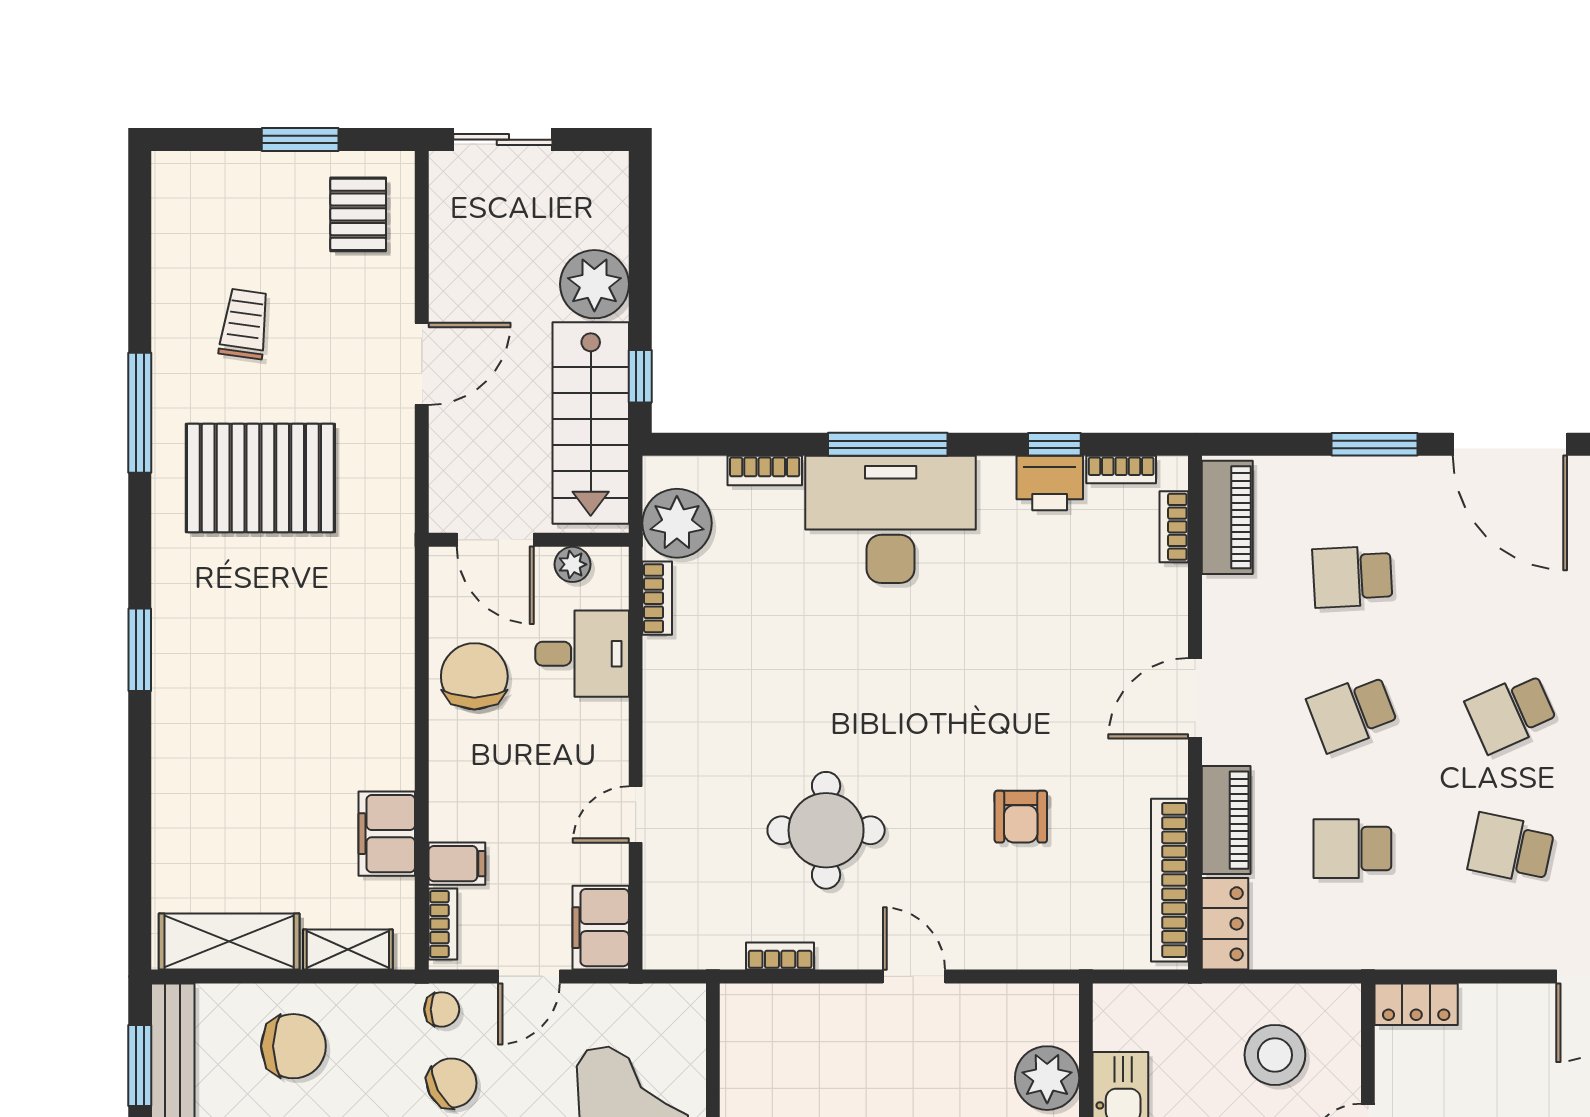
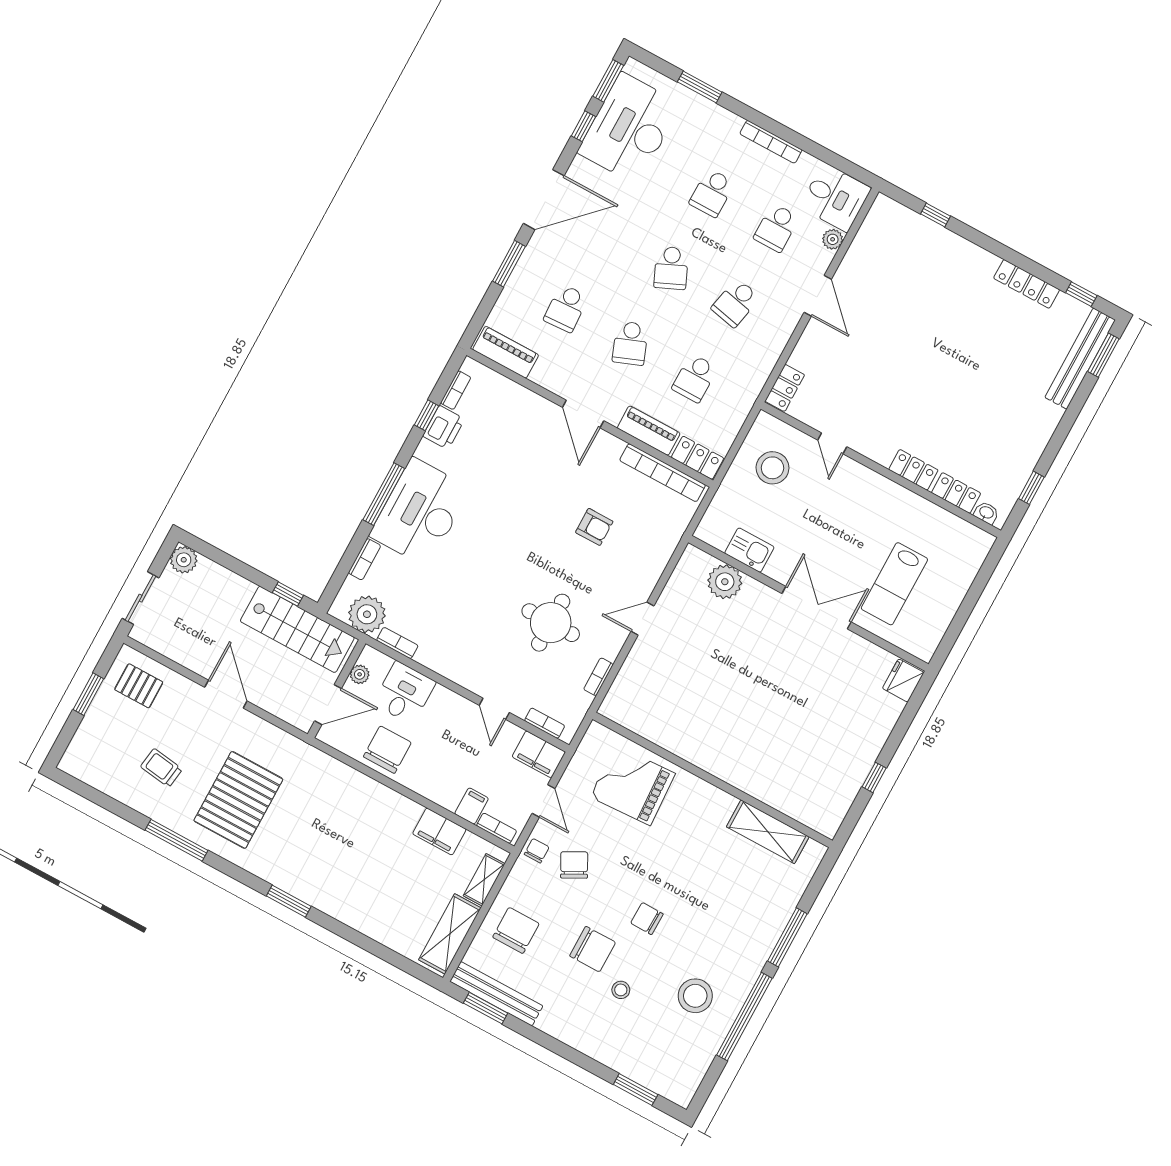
plant: (594, 284) -> (184, 560), moved, width x0.73, depth x0.73
bookcase: (1174, 527) -> (545, 723), moved, turned 180
chair: (474, 676) -> (387, 750), turned 90

